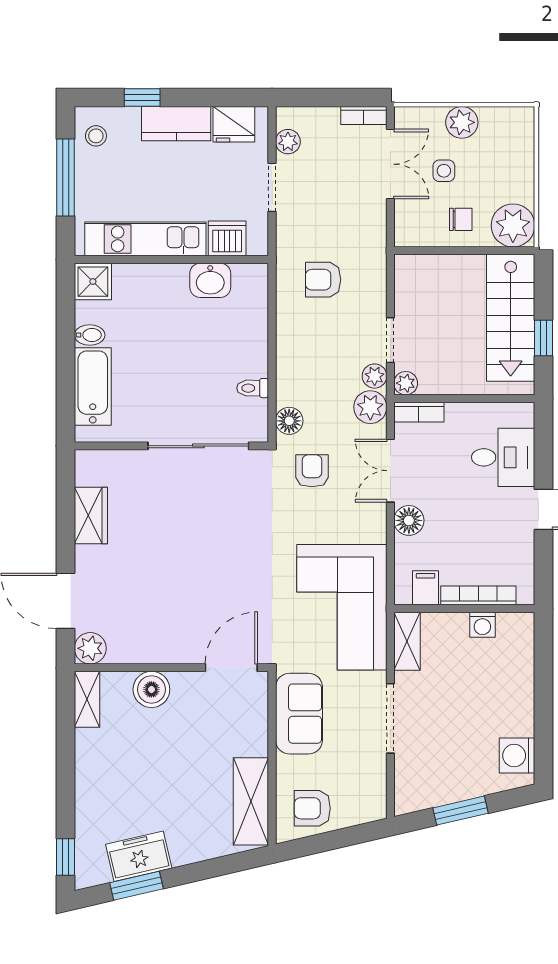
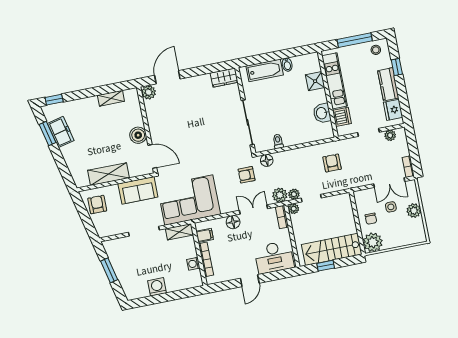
shower: (93, 282) -> (315, 81), moved
desk: (503, 457) -> (274, 257), width x1.37
armchair: (312, 471) -> (247, 175), turned 180
wardrobe: (91, 515) -> (224, 78), moved
boiler: (151, 689) -> (138, 135), moved
shelving: (87, 699) -> (111, 98), moved
washing machine: (517, 756) -> (157, 287), moved
shelving: (251, 801) -> (108, 174), moved

